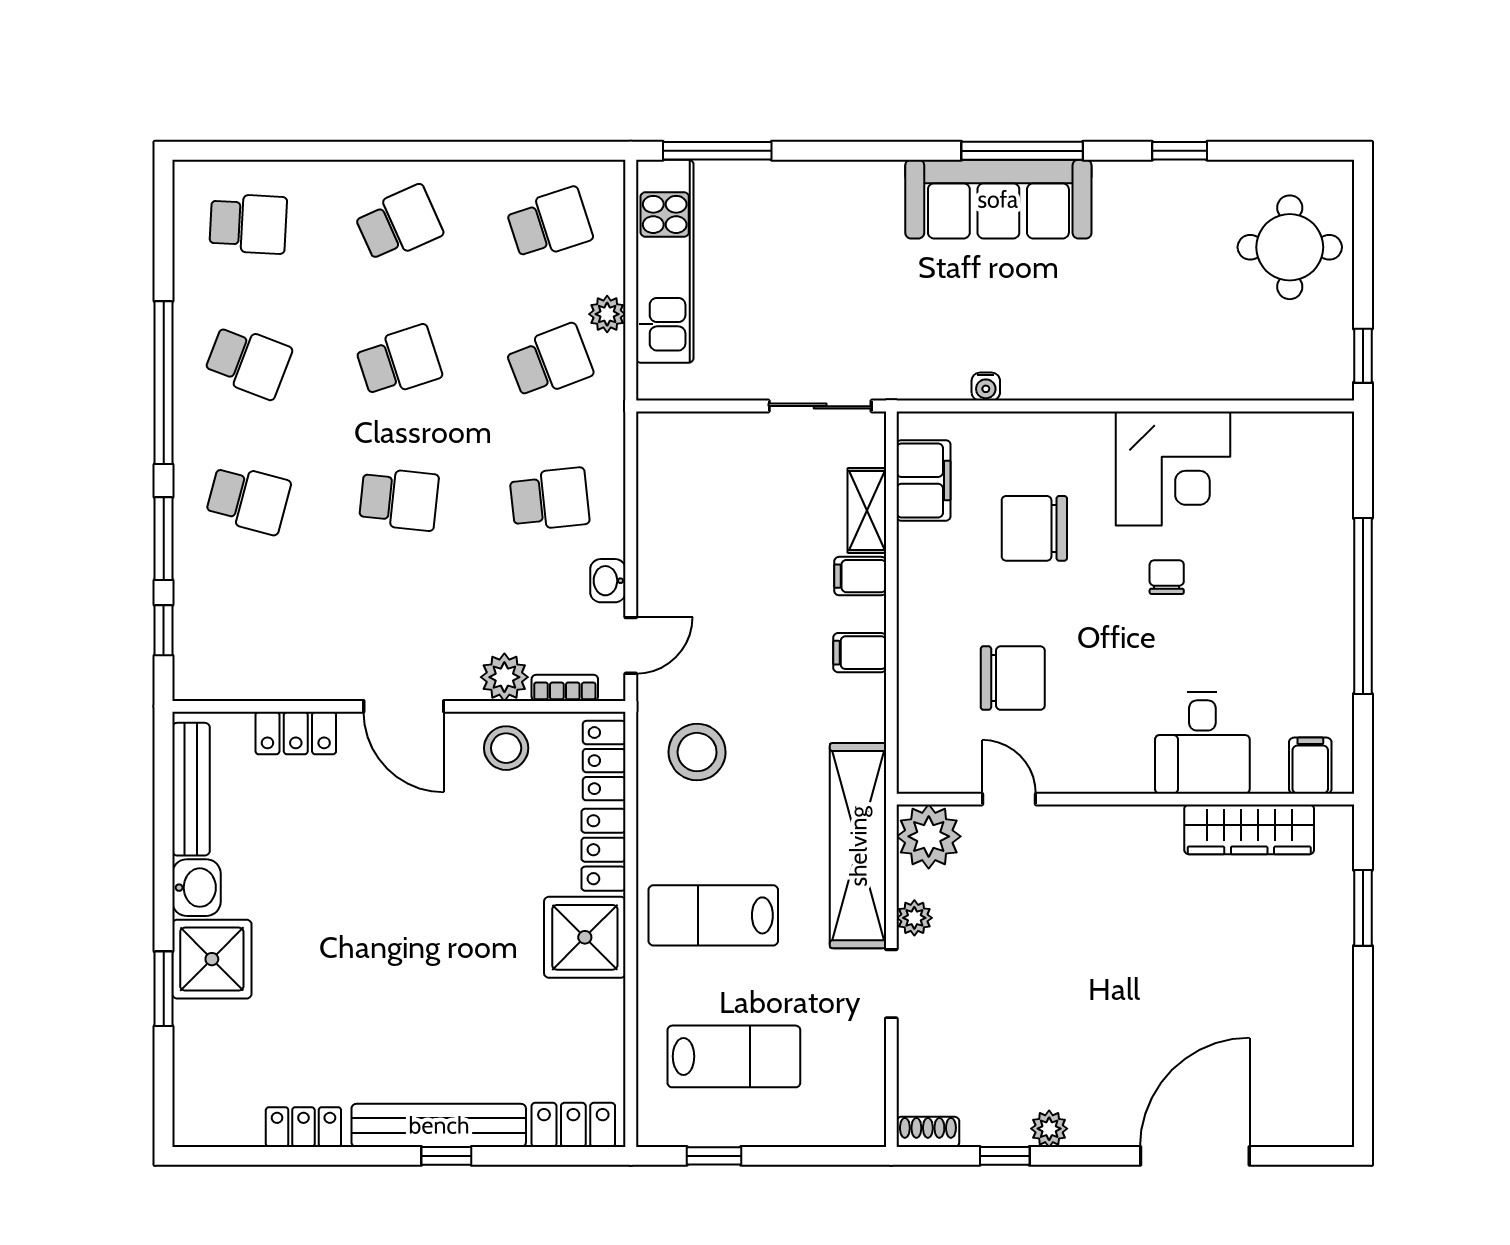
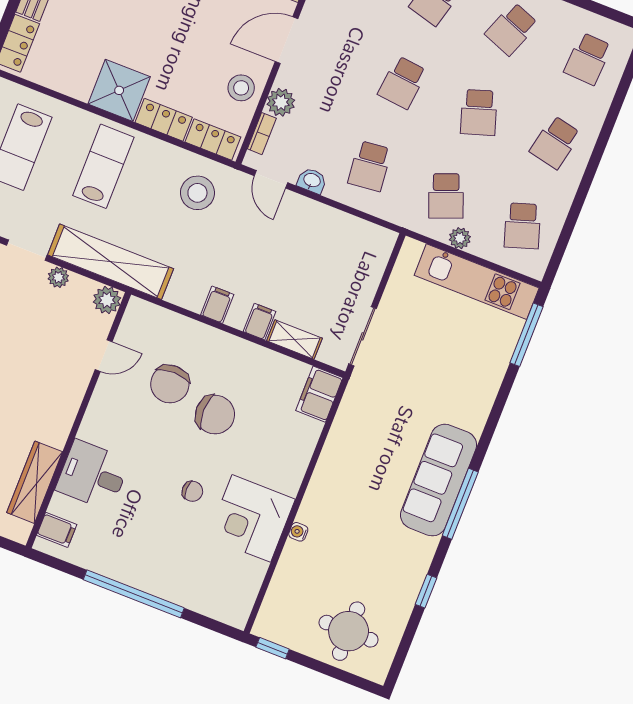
school desk: (399, 224) -> (555, 142), turned 36
water cooler: (986, 387) -> (298, 532), moved
filing cabinet: (924, 480) -> (319, 394), moved, turned 90
chair: (1034, 528) -> (215, 415), moved, turned 90
plant: (929, 836) -> (107, 300), width x0.73, depth x0.73

